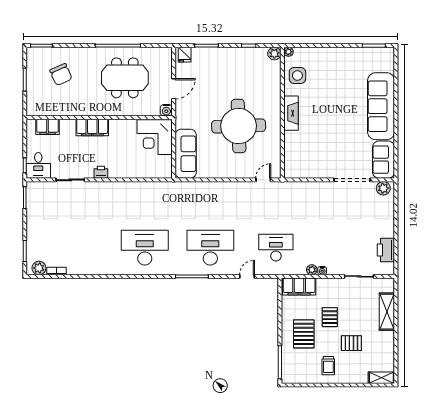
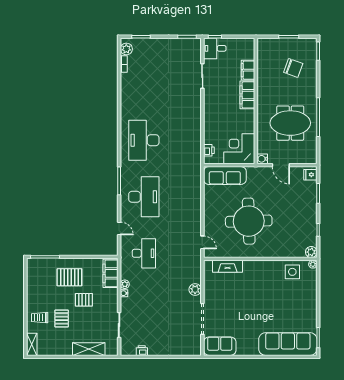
chair: (61, 75) -> (293, 68), turned -136
meeting table: (125, 78) -> (290, 123), turned 90
sofa: (381, 106) -> (288, 344), moved
fireplace: (291, 113) -> (228, 266), moved
filing cabinet: (47, 127) -> (248, 70), moved
printer: (101, 172) -> (209, 150), moved
plant: (383, 188) -> (195, 289), moved
desk: (145, 248) -> (144, 140), turned 180
printer: (386, 250) -> (142, 351), width x0.53, depth x0.68
trolley: (328, 366) -> (40, 318), moved

